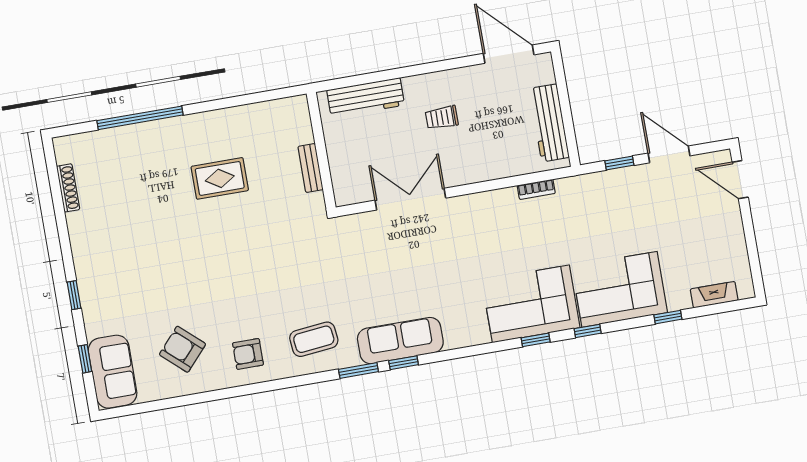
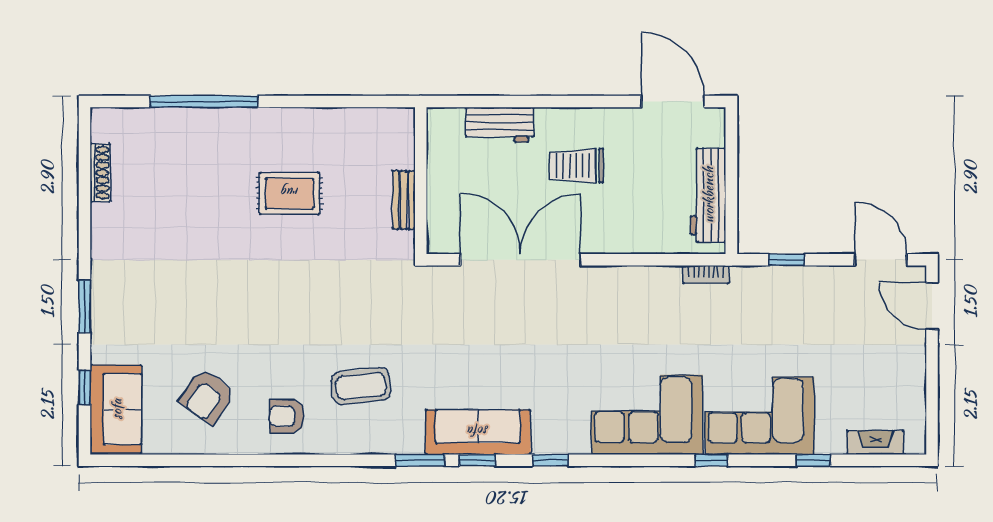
workbench: (366, 98) -> (500, 125), width x0.73
trolley: (442, 118) -> (577, 166), width x1.36, depth x1.39
door: (669, 154) -> (881, 260), moved
bookcase: (536, 189) -> (706, 274), moved
double door: (410, 199) -> (520, 260), width x1.36
window: (74, 295) -> (85, 307), width x1.50
coffee table: (314, 339) -> (361, 386), moved
window: (536, 340) -> (551, 460), moved
armchair: (182, 349) -> (207, 396), turned -97

